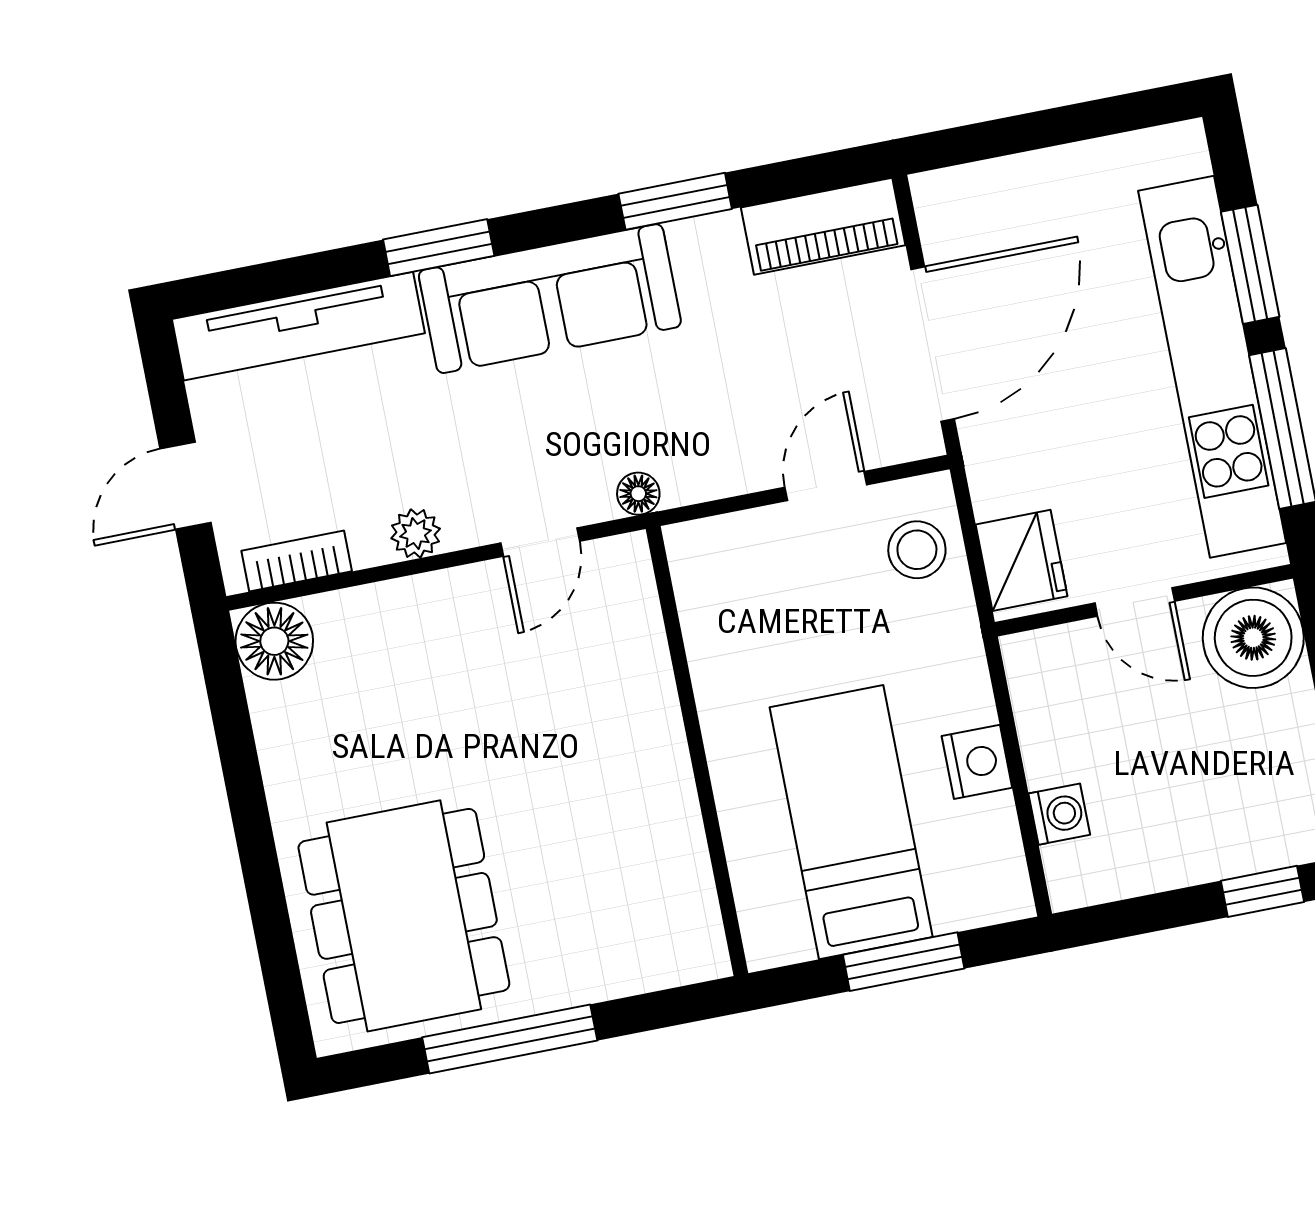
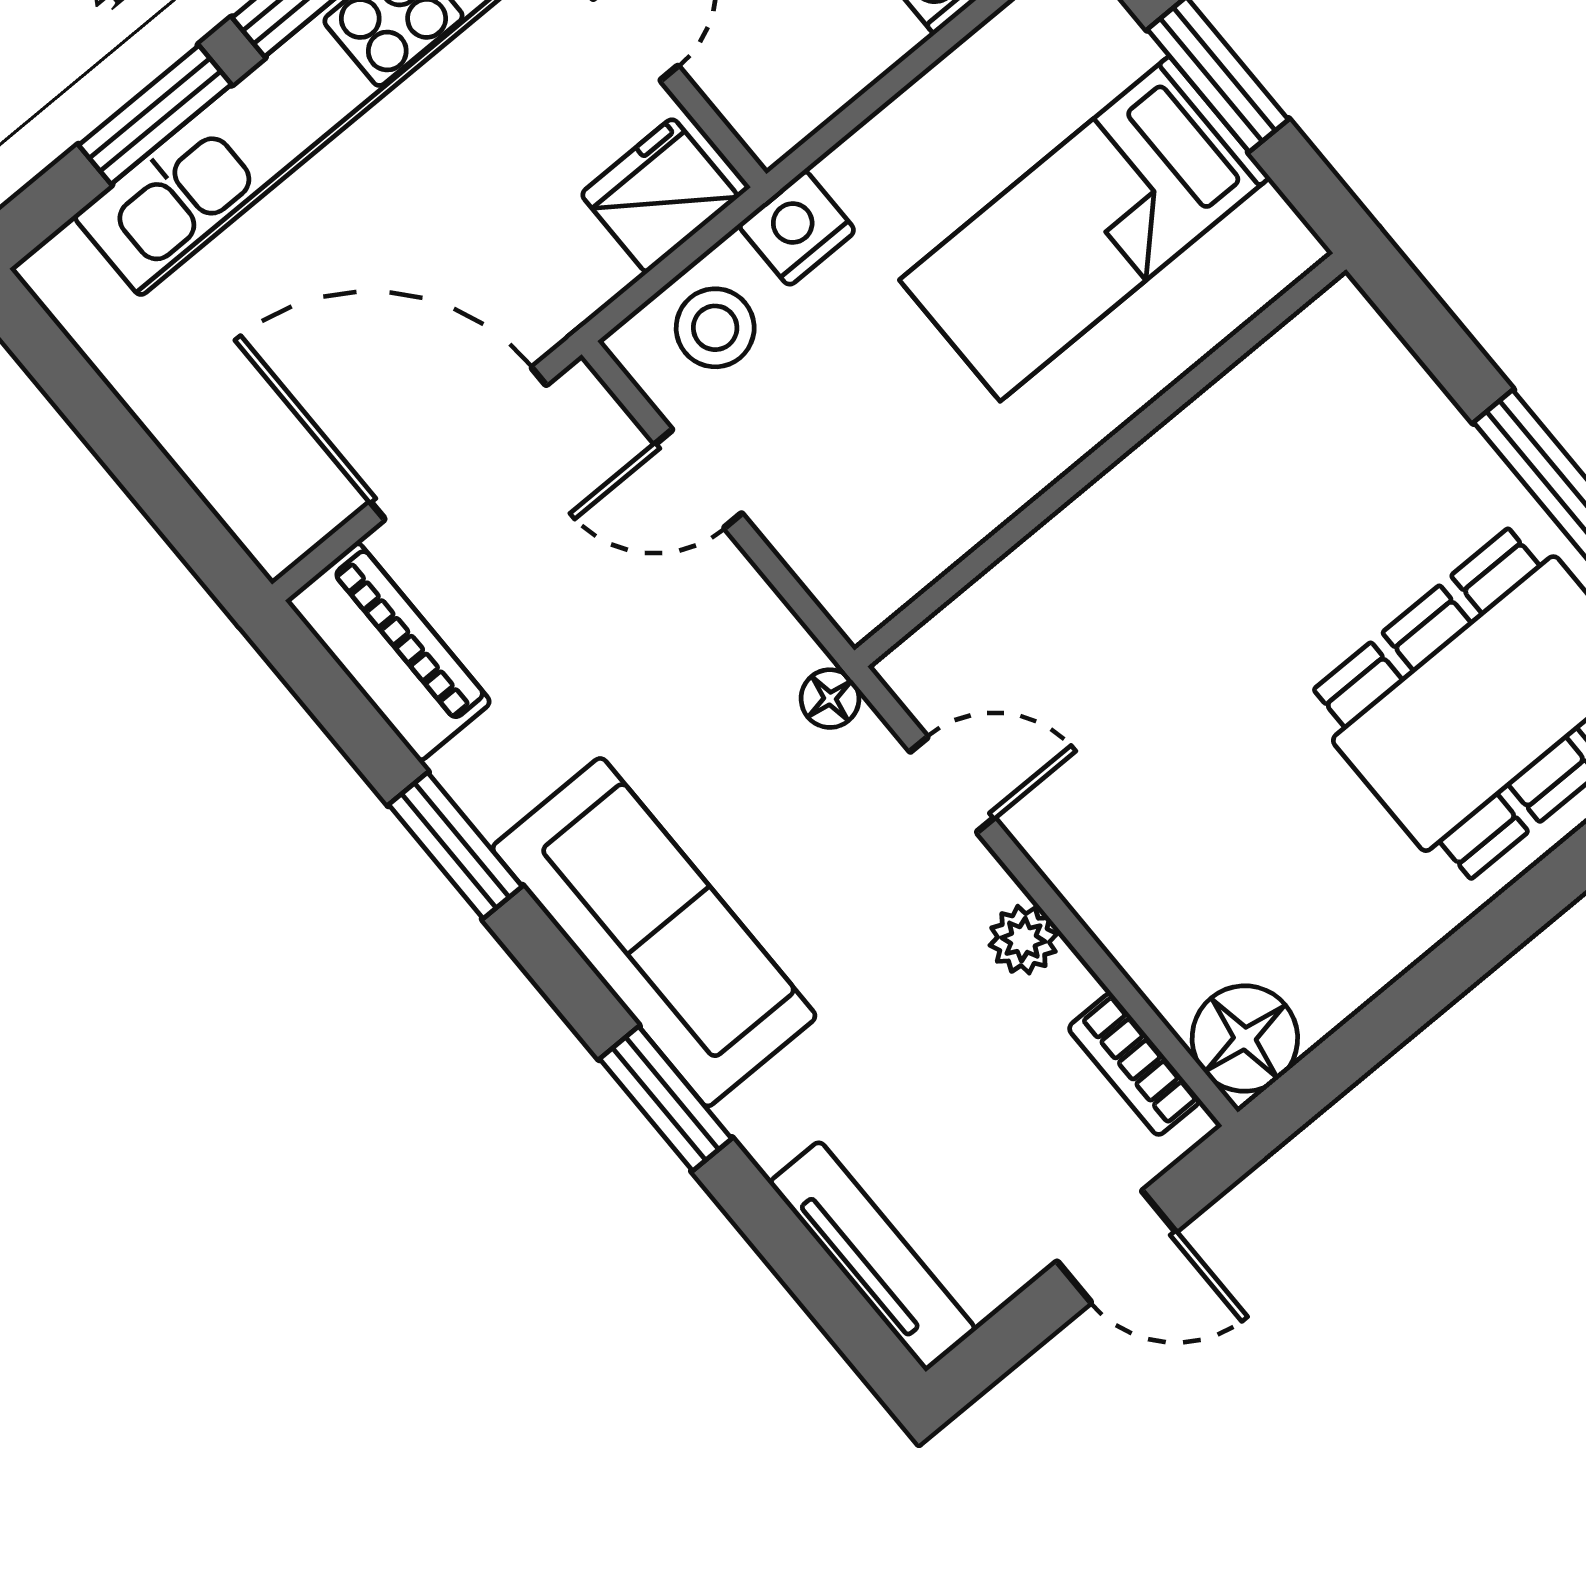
tv unit: (298, 326) -> (873, 1256), width x0.73, depth x0.78
nightstand: (977, 762) -> (797, 228), moved

